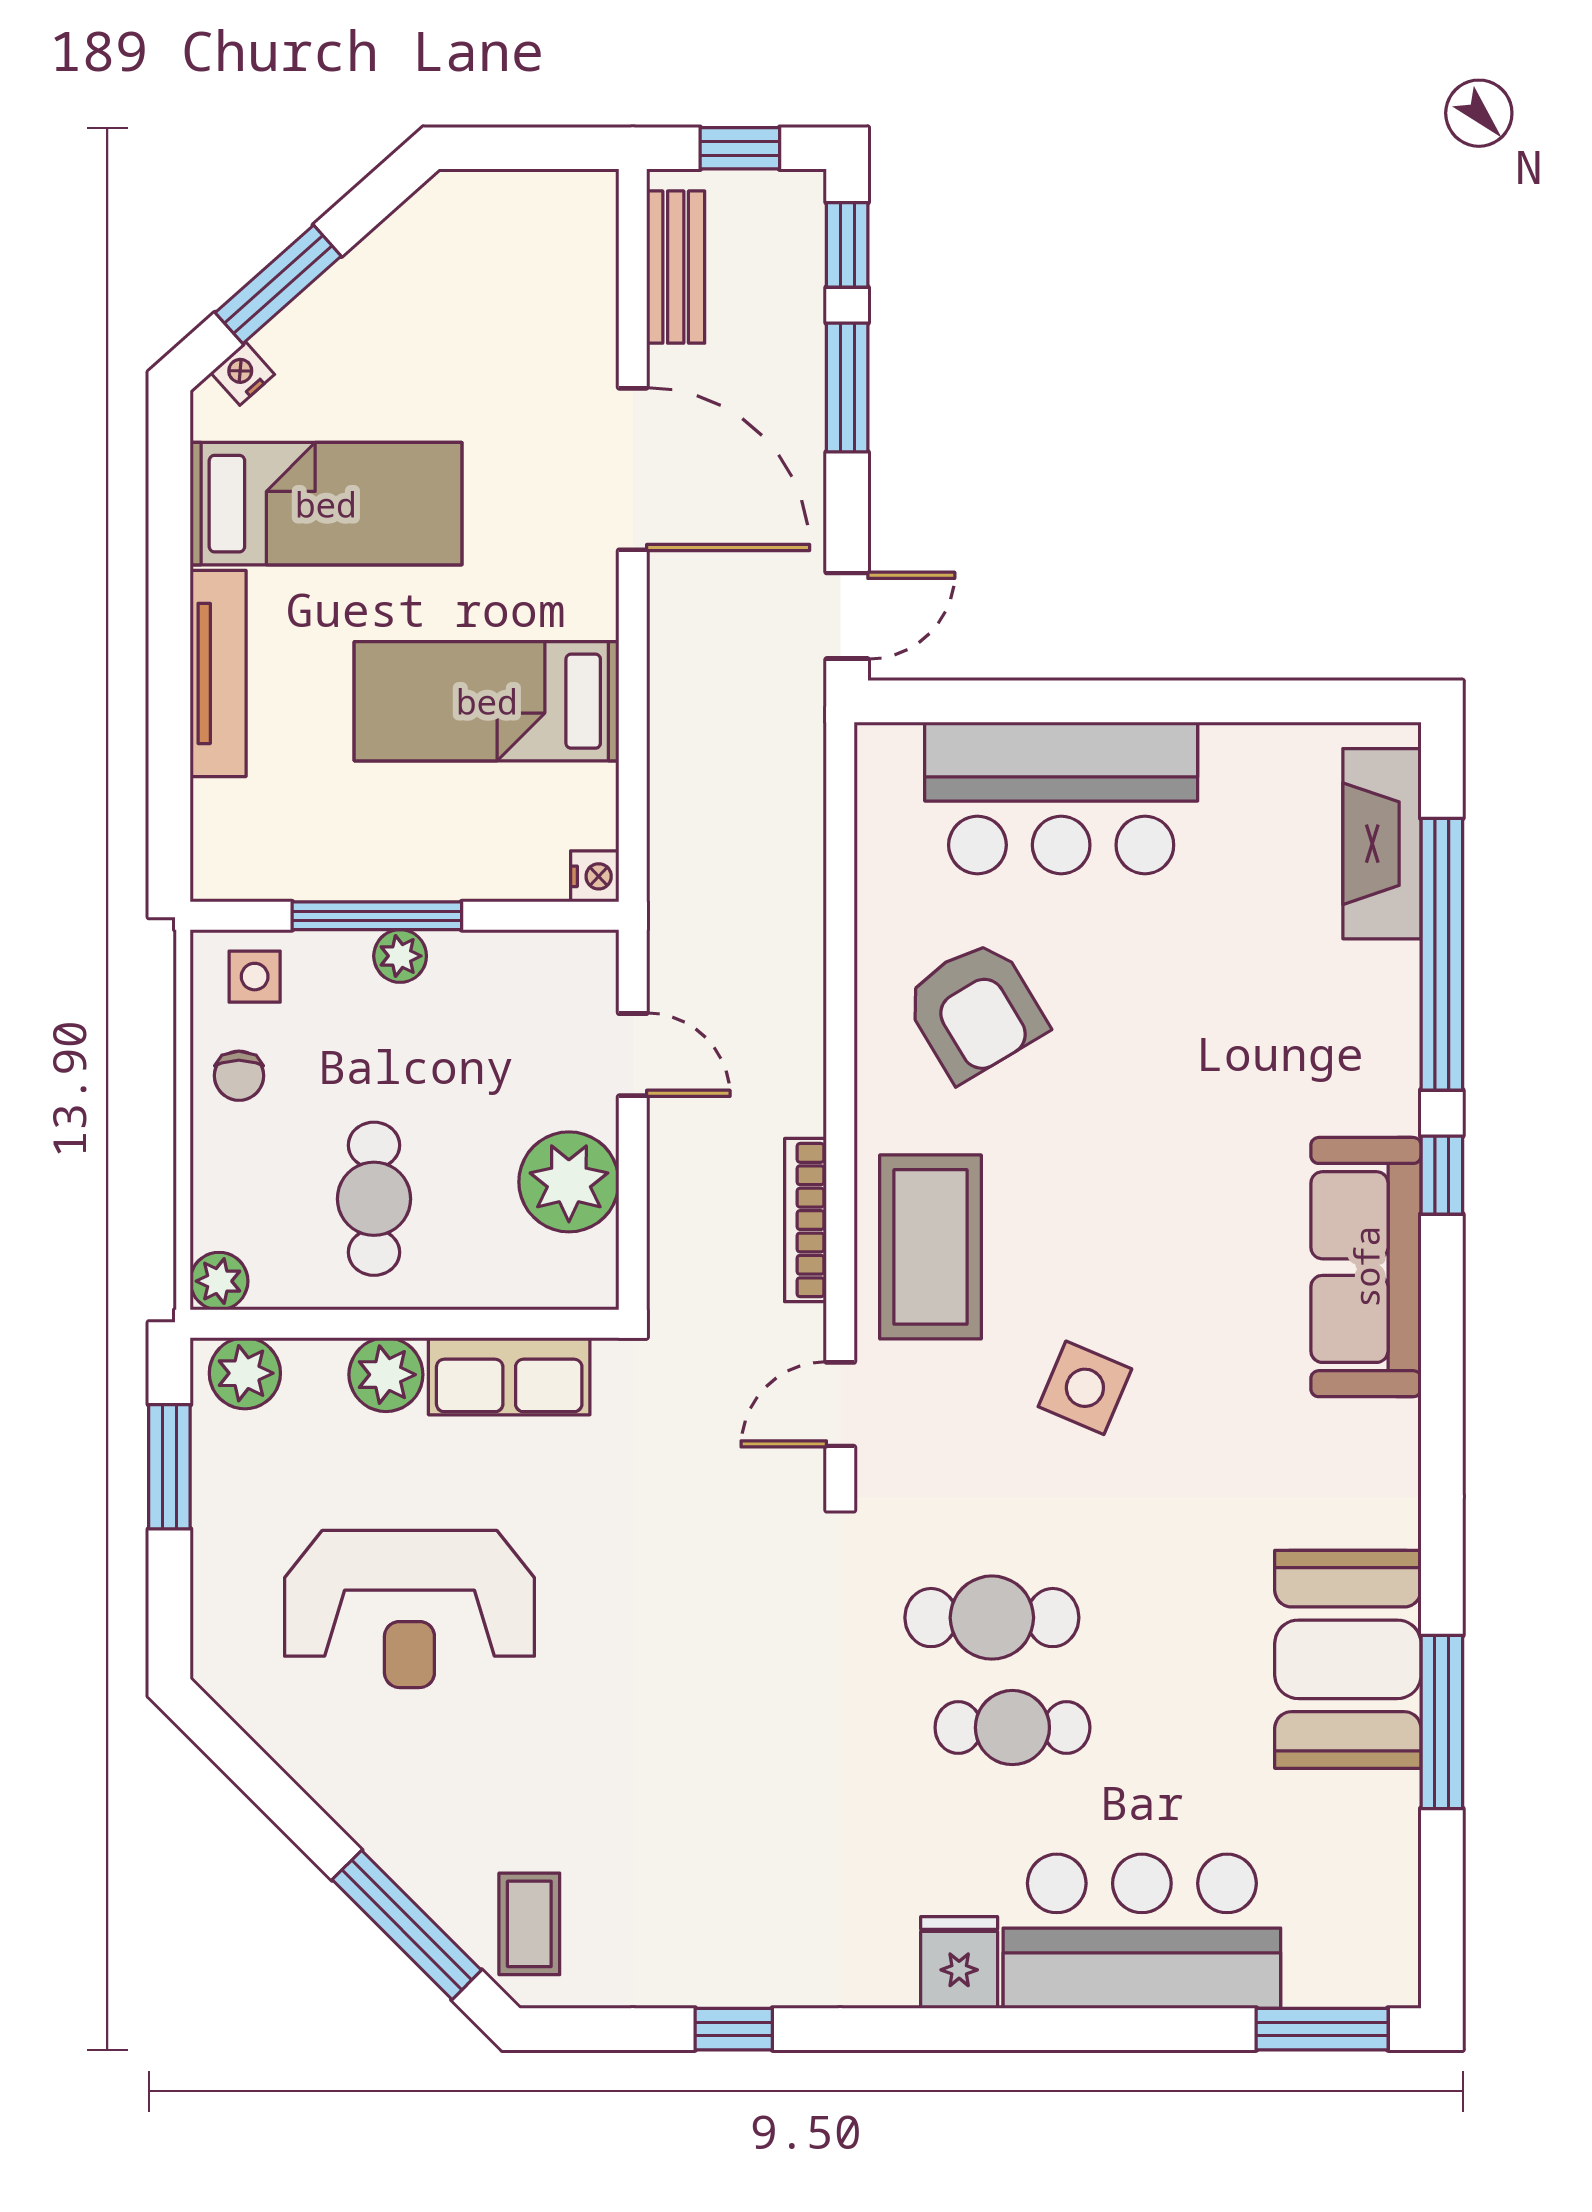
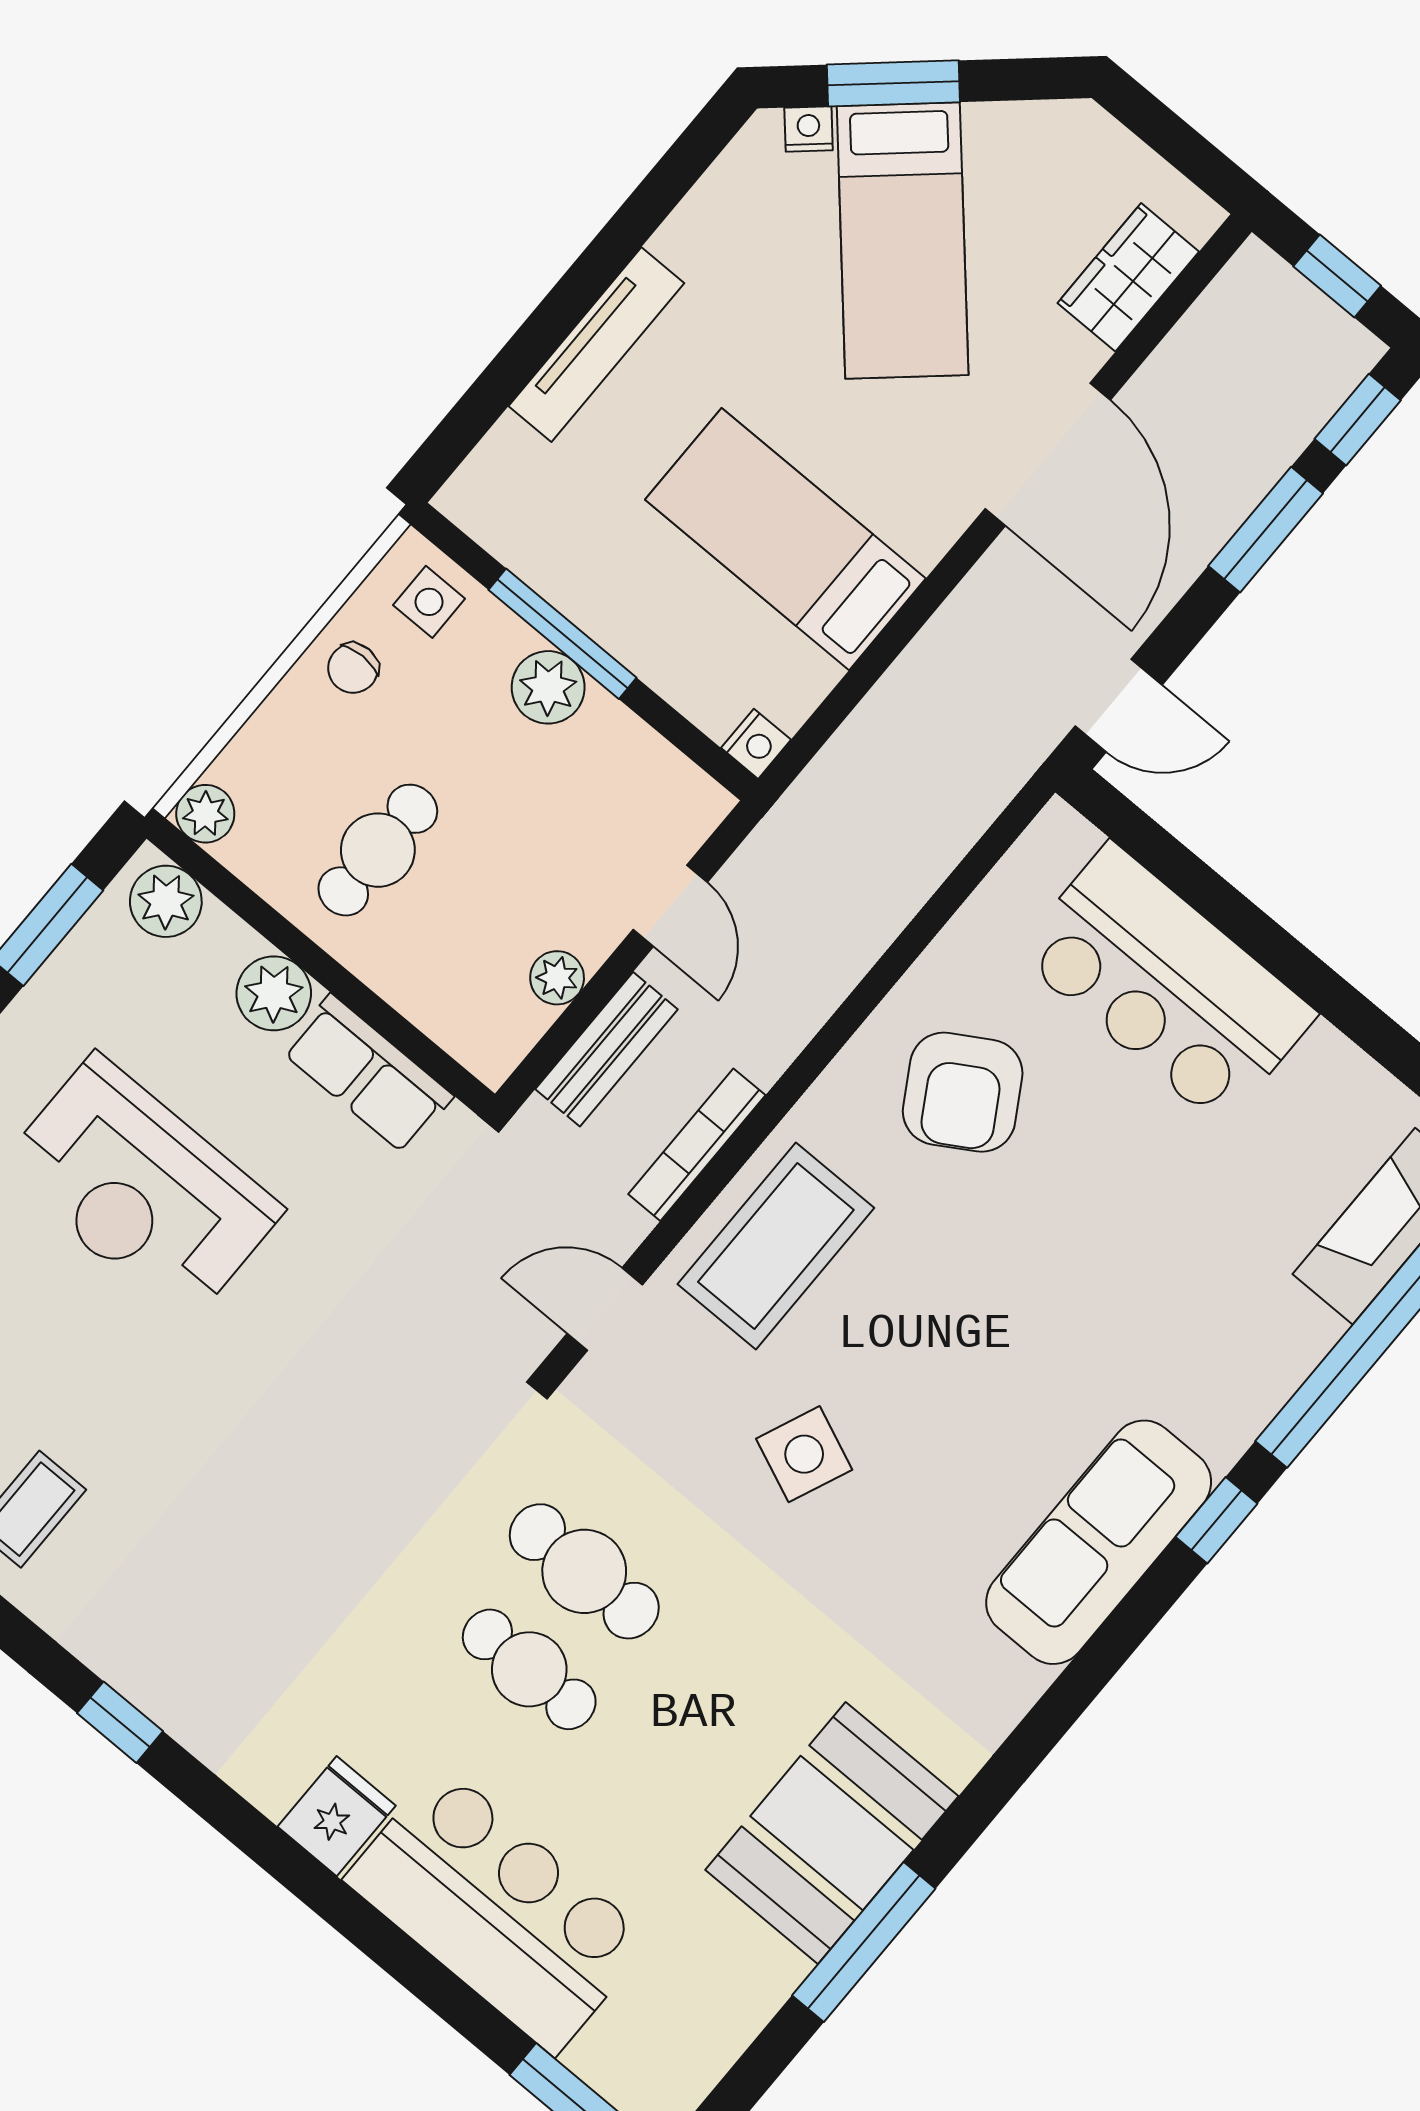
bench: (676, 267) -> (606, 1049), moved
wardrobe: (581, 283) -> (1128, 277), added
bed: (326, 504) -> (903, 241), moved, turned 48
plant: (400, 956) -> (548, 687), width x1.38, depth x1.38
plant: (569, 1182) -> (557, 978), width x0.53, depth x0.53

